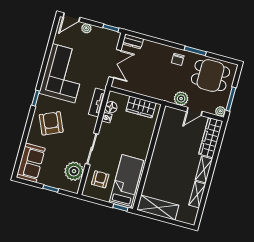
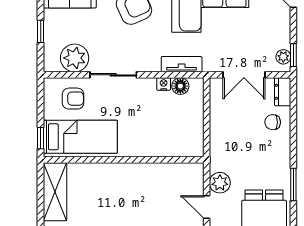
plant: (86, 28) -> (283, 57), moved
chair: (178, 59) -> (273, 122), moved
wardrobe: (141, 107) -> (192, 129), removed

